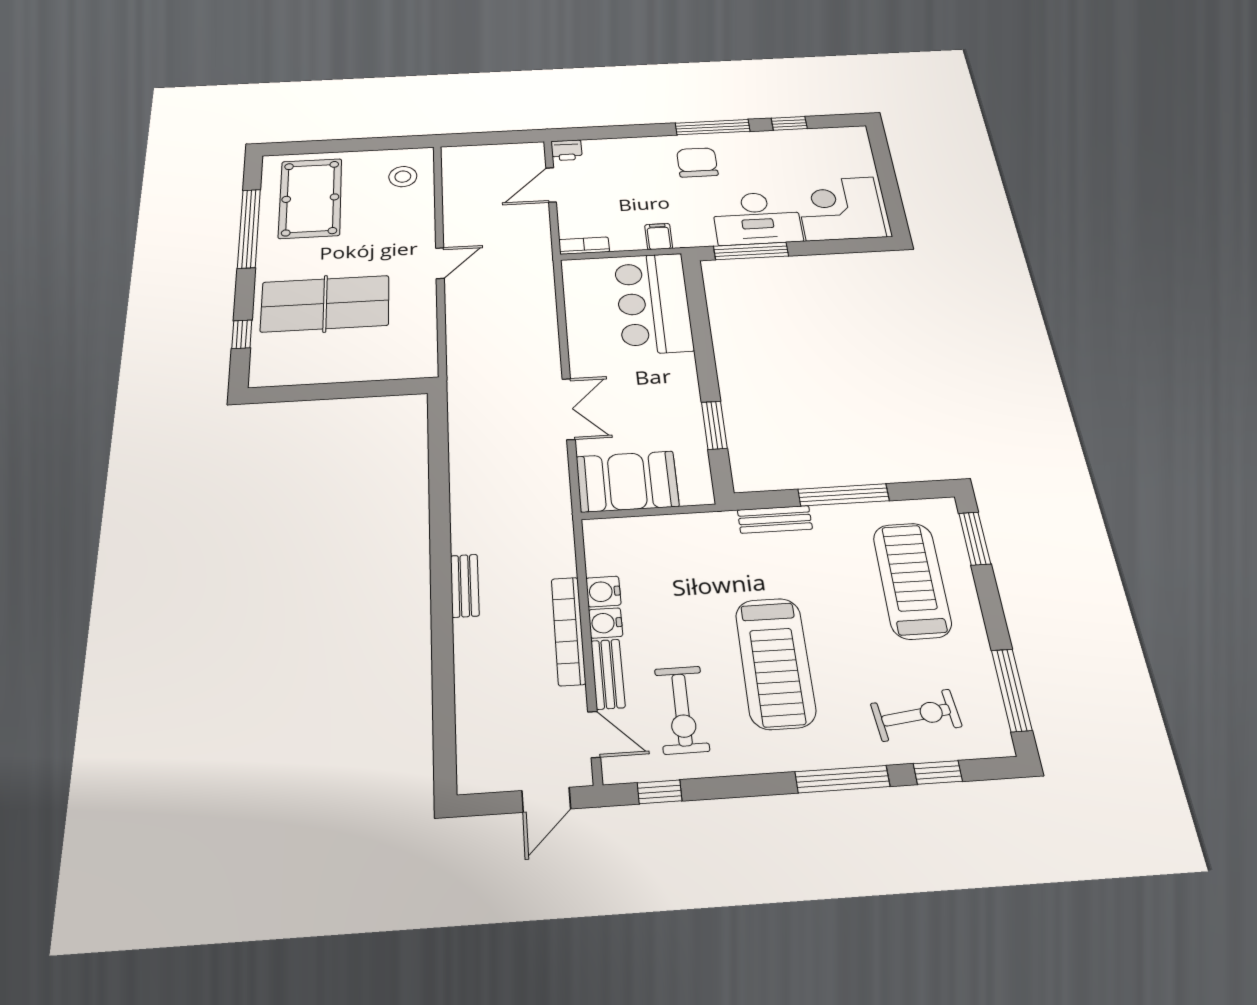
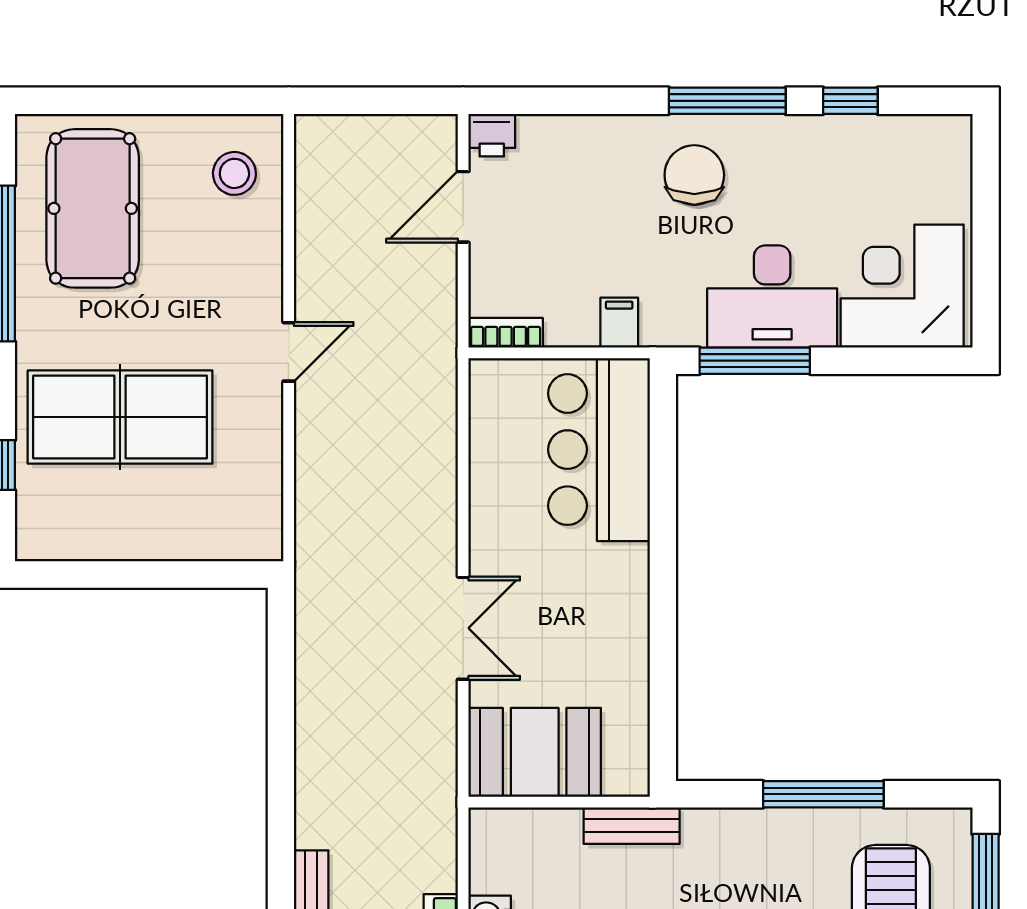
window: (714, 425) -> (663, 670), removed
bench: (775, 519) -> (632, 826), moved

